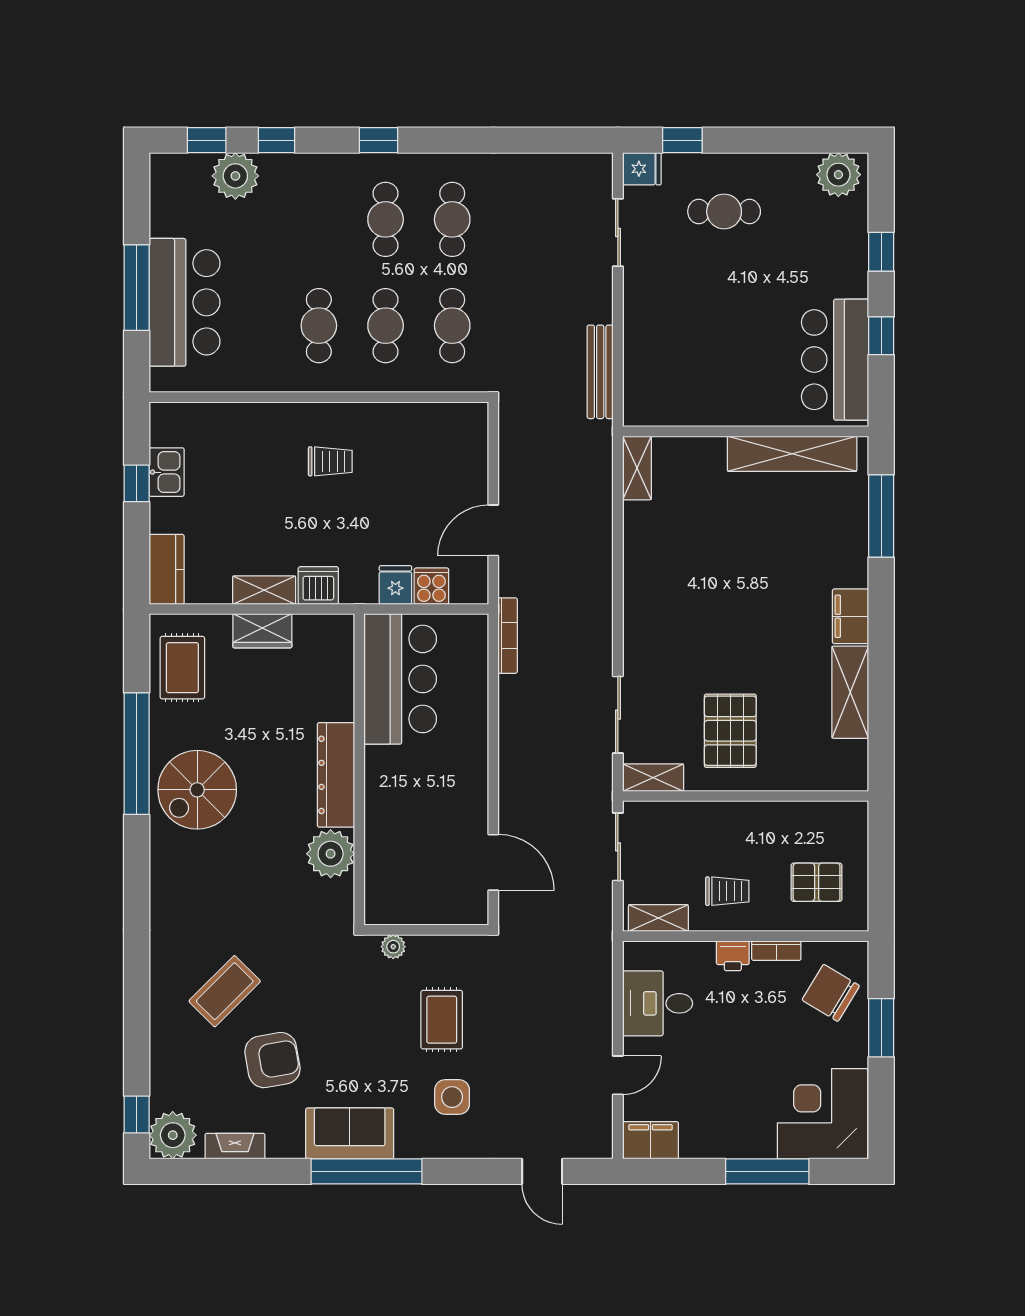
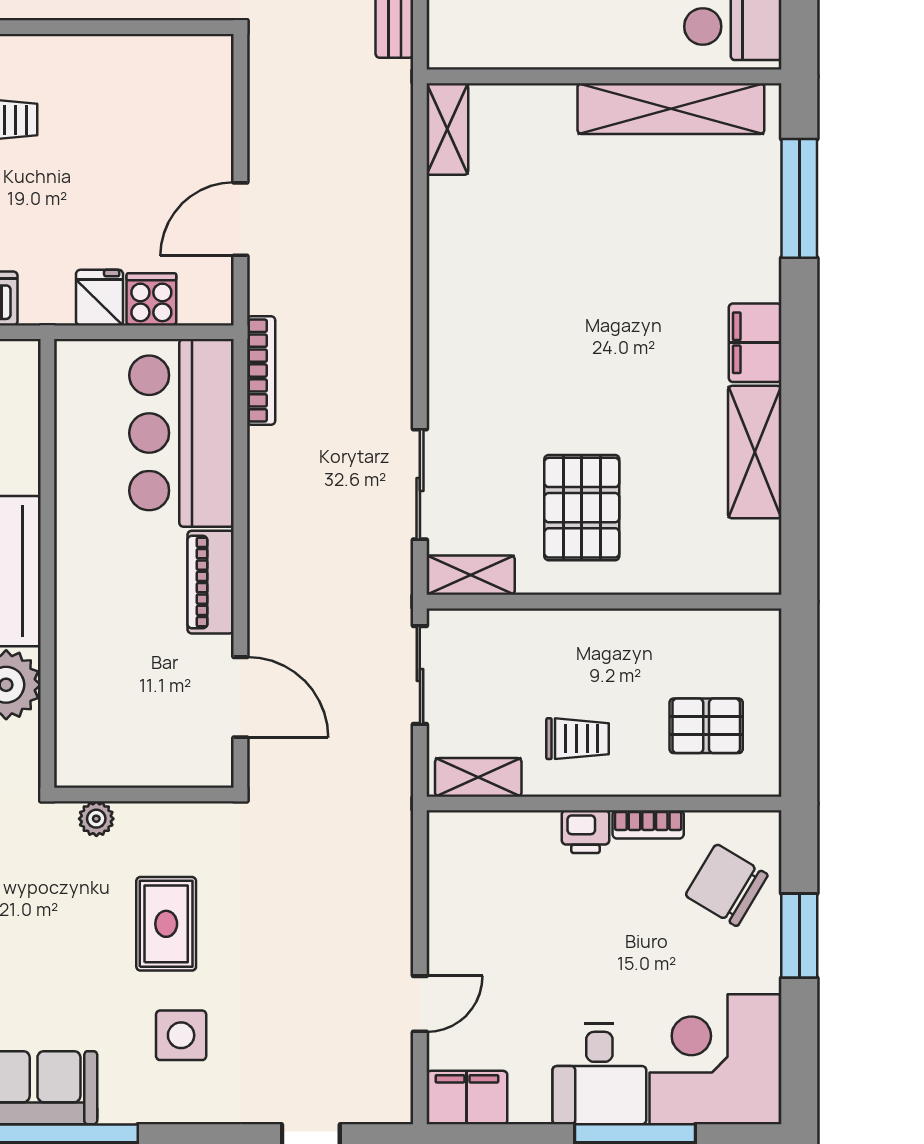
bar counter: (400, 679) -> (182, 433), moved, turned 180
piano: (473, 782) -> (211, 582), added
desk: (658, 1003) -> (599, 1074), moved, turned -90

